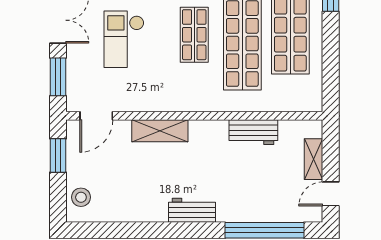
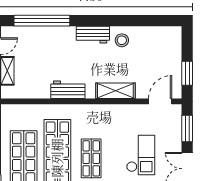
workbench: (253, 132) -> (68, 90), moved
stool: (81, 197) -> (122, 40), moved

